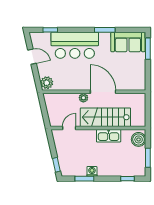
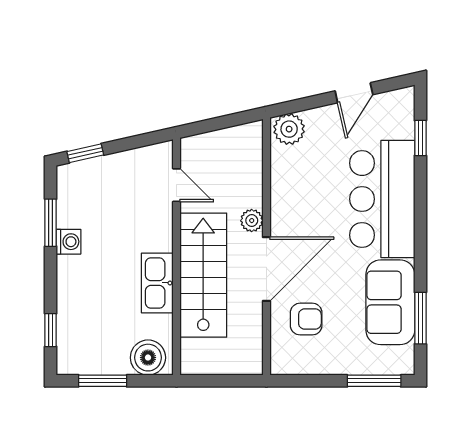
window: (105, 30) -> (420, 318), moved
sofa: (128, 42) -> (390, 302), moved
armchair: (123, 76) -> (306, 319), added

